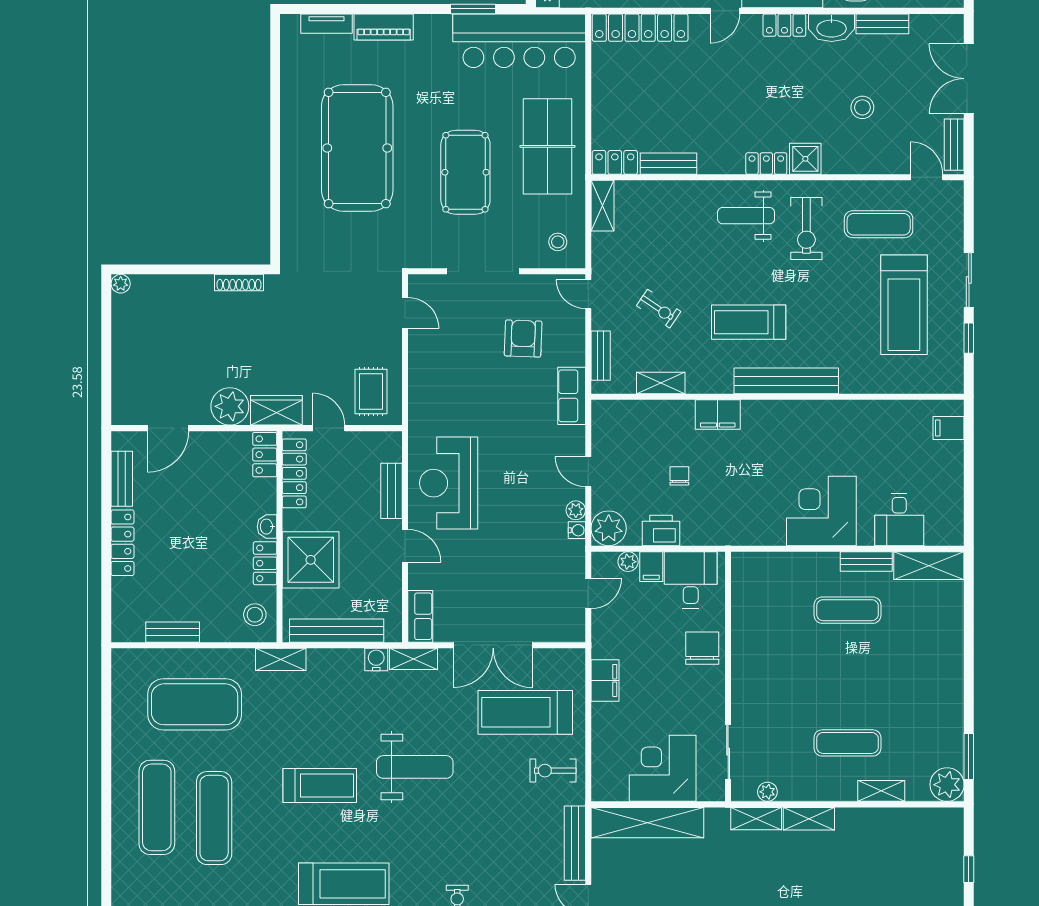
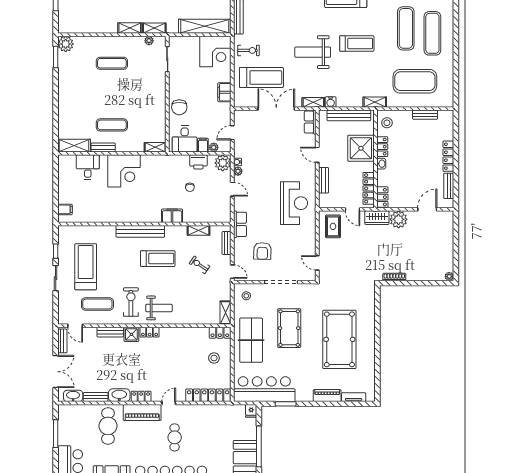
washbasin: (931, 26) -> (73, 396), added
stool: (862, 107) -> (214, 358), moved
bench: (669, 164) -> (110, 332), moved
reception desk: (449, 483) -> (294, 203), moved
corner desk: (663, 768) -> (215, 52), moved
treadmill: (320, 786) -> (357, 44), turned 180
shelving: (881, 791) -> (155, 147), moved

